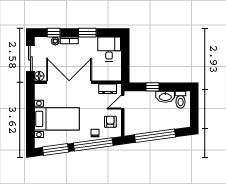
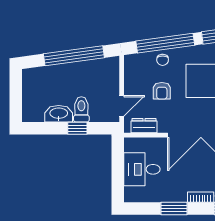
desk: (109, 49) -> (142, 169), moved, turned 90
toilet: (181, 100) -> (81, 109), moved
armchair: (110, 122) -> (162, 91), moved

